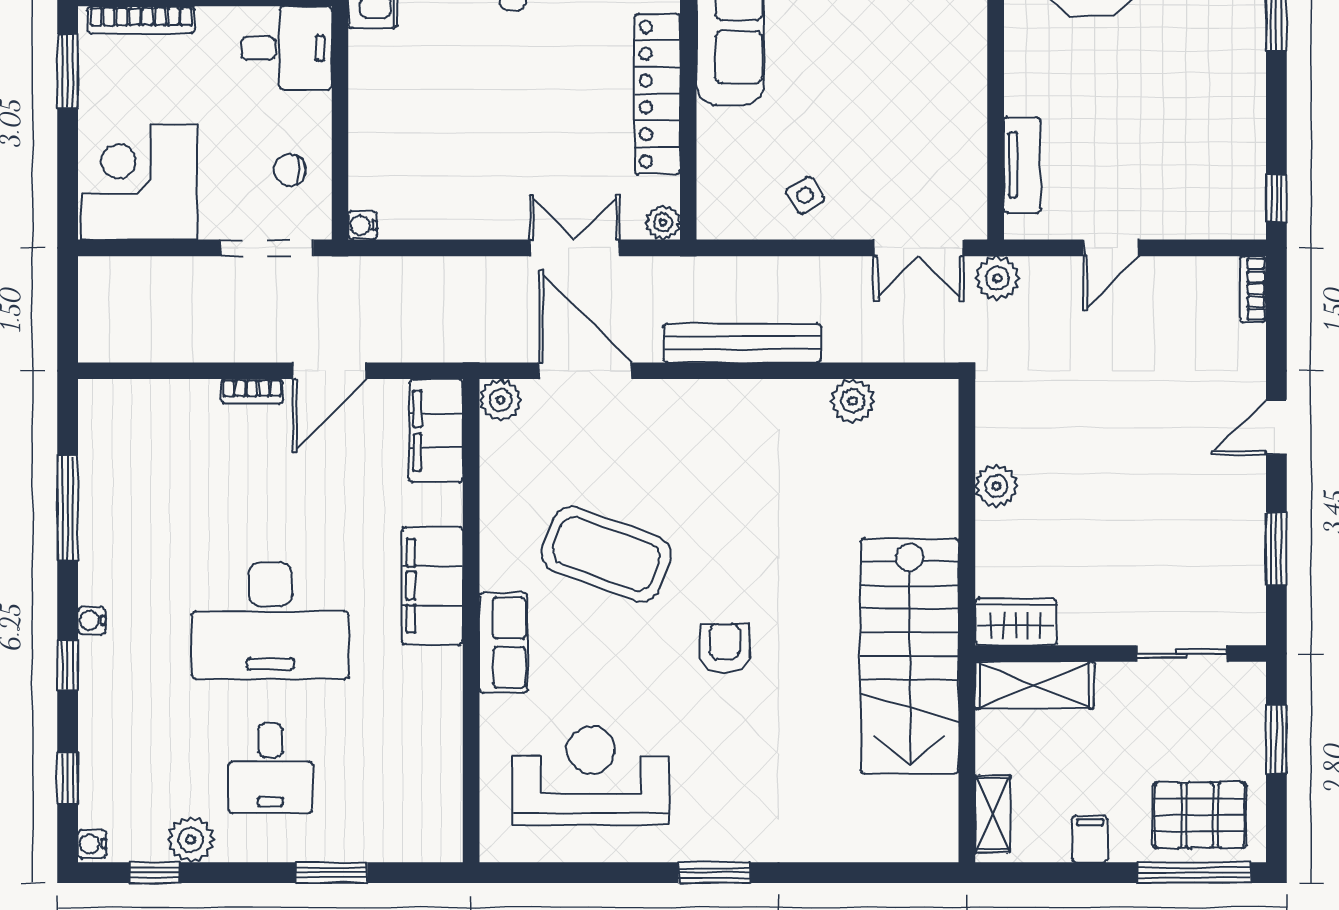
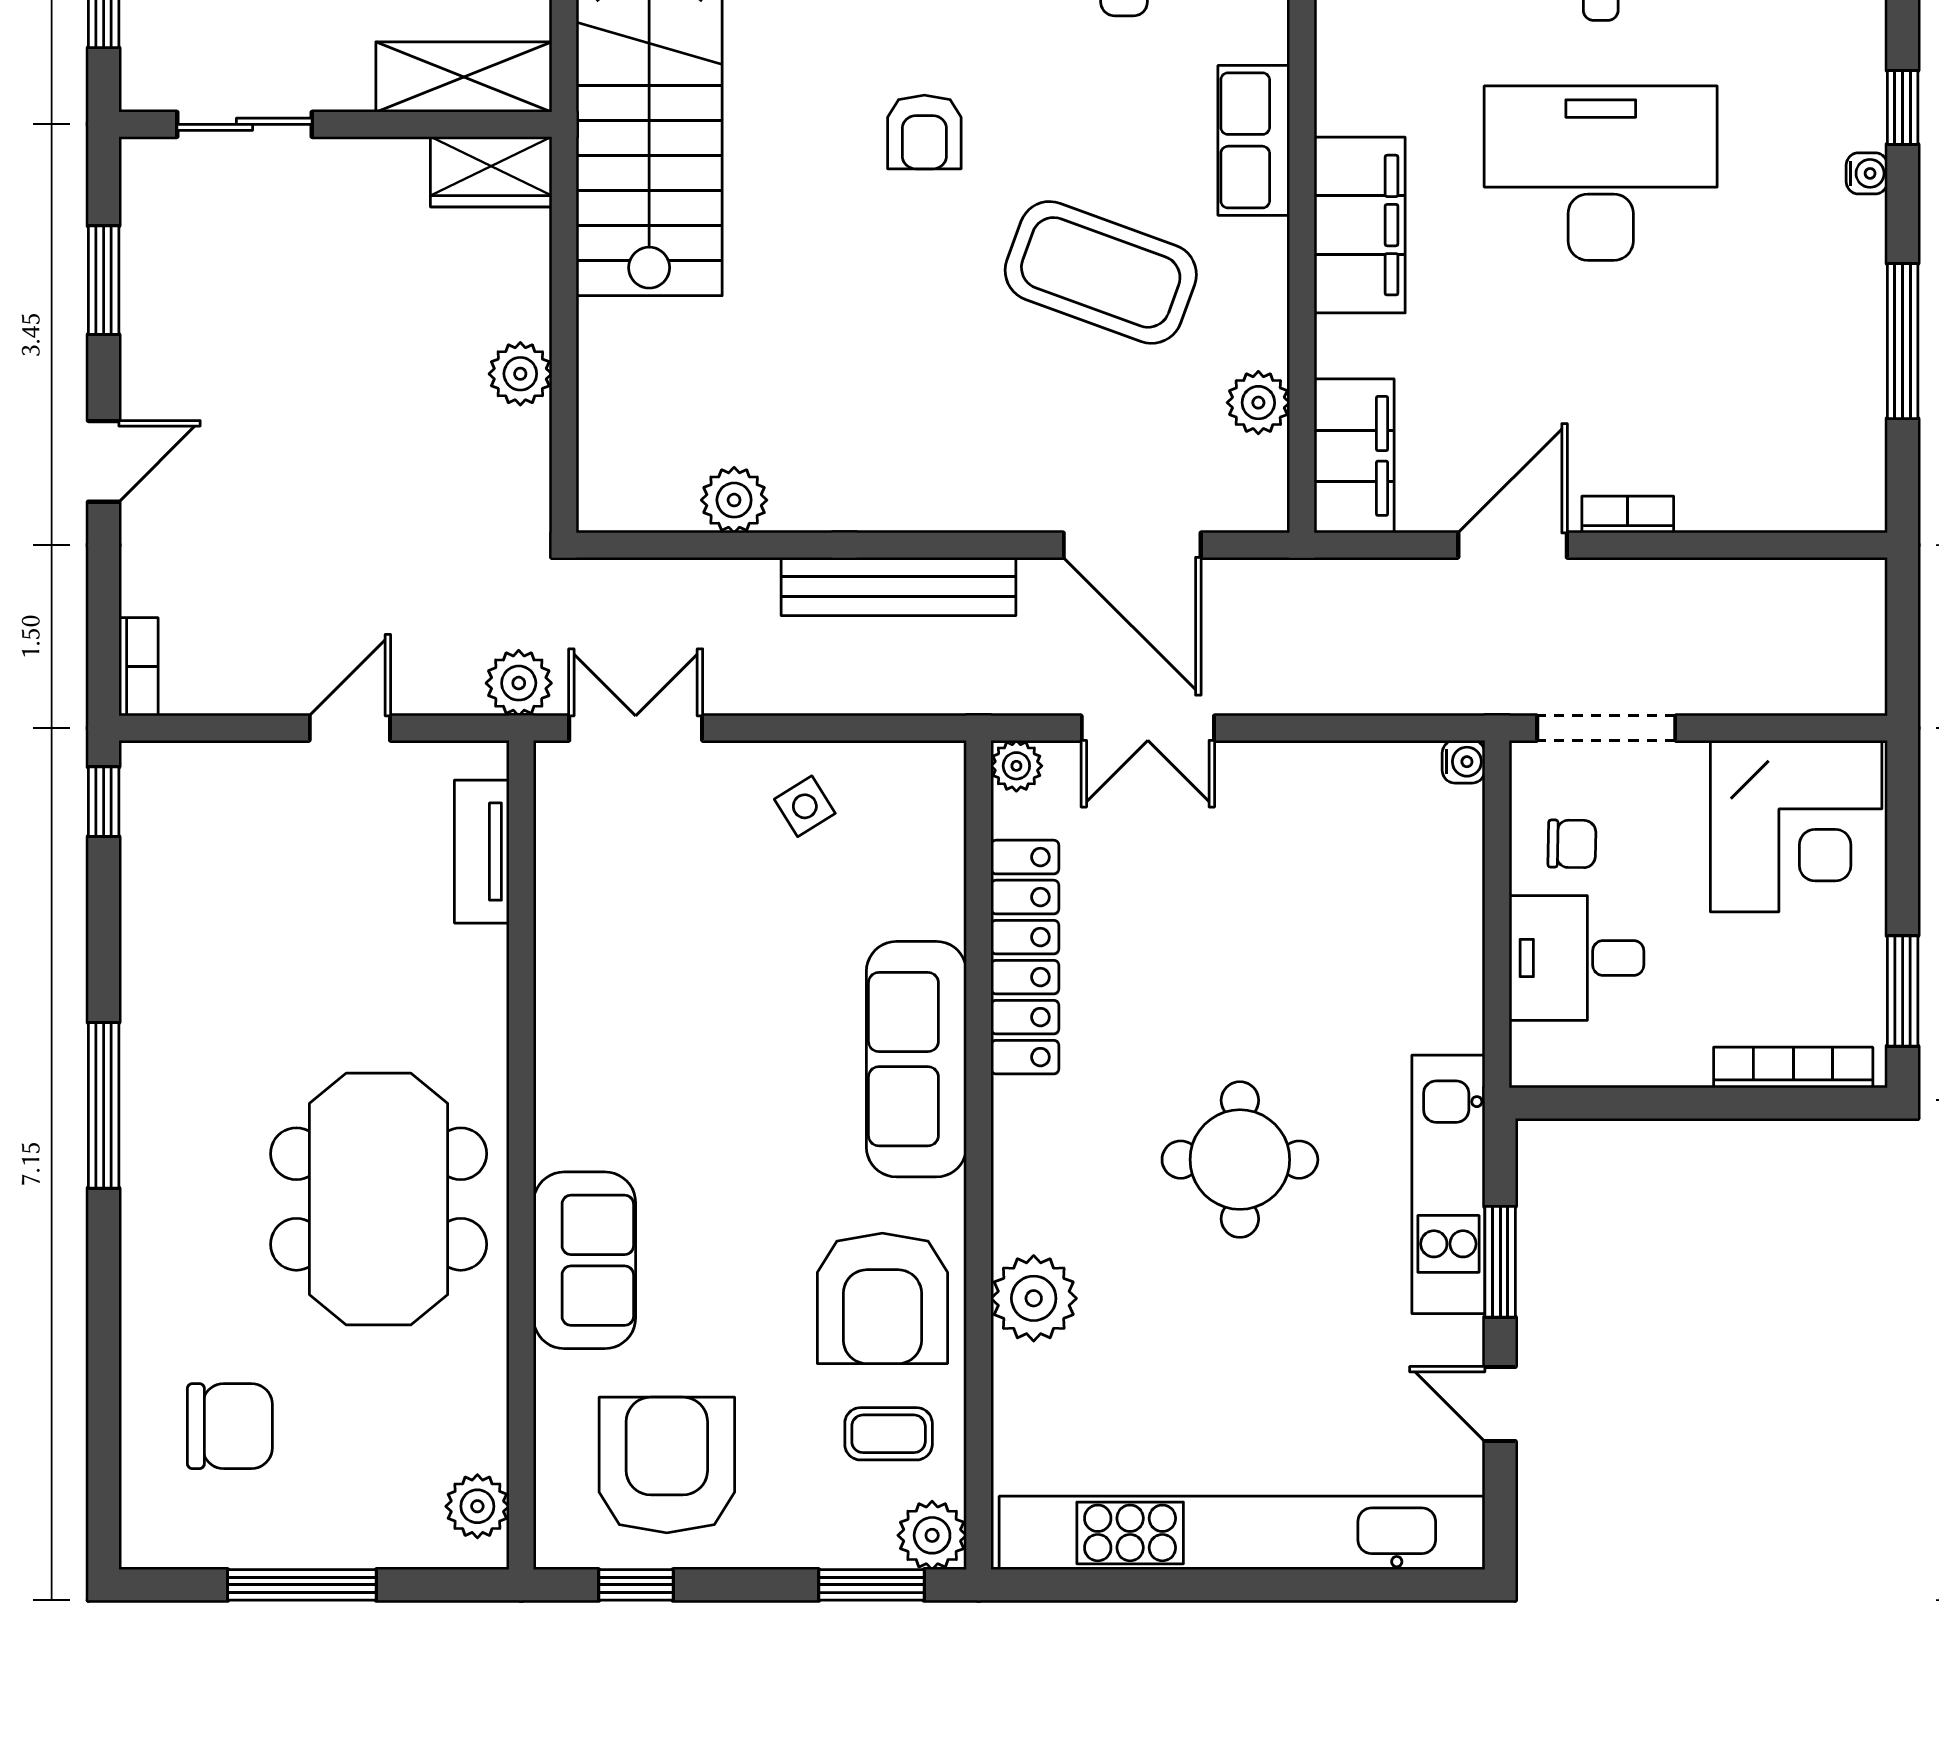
desk: (287, 48) -> (1577, 958), moved
plant: (500, 400) -> (1258, 403), moved

